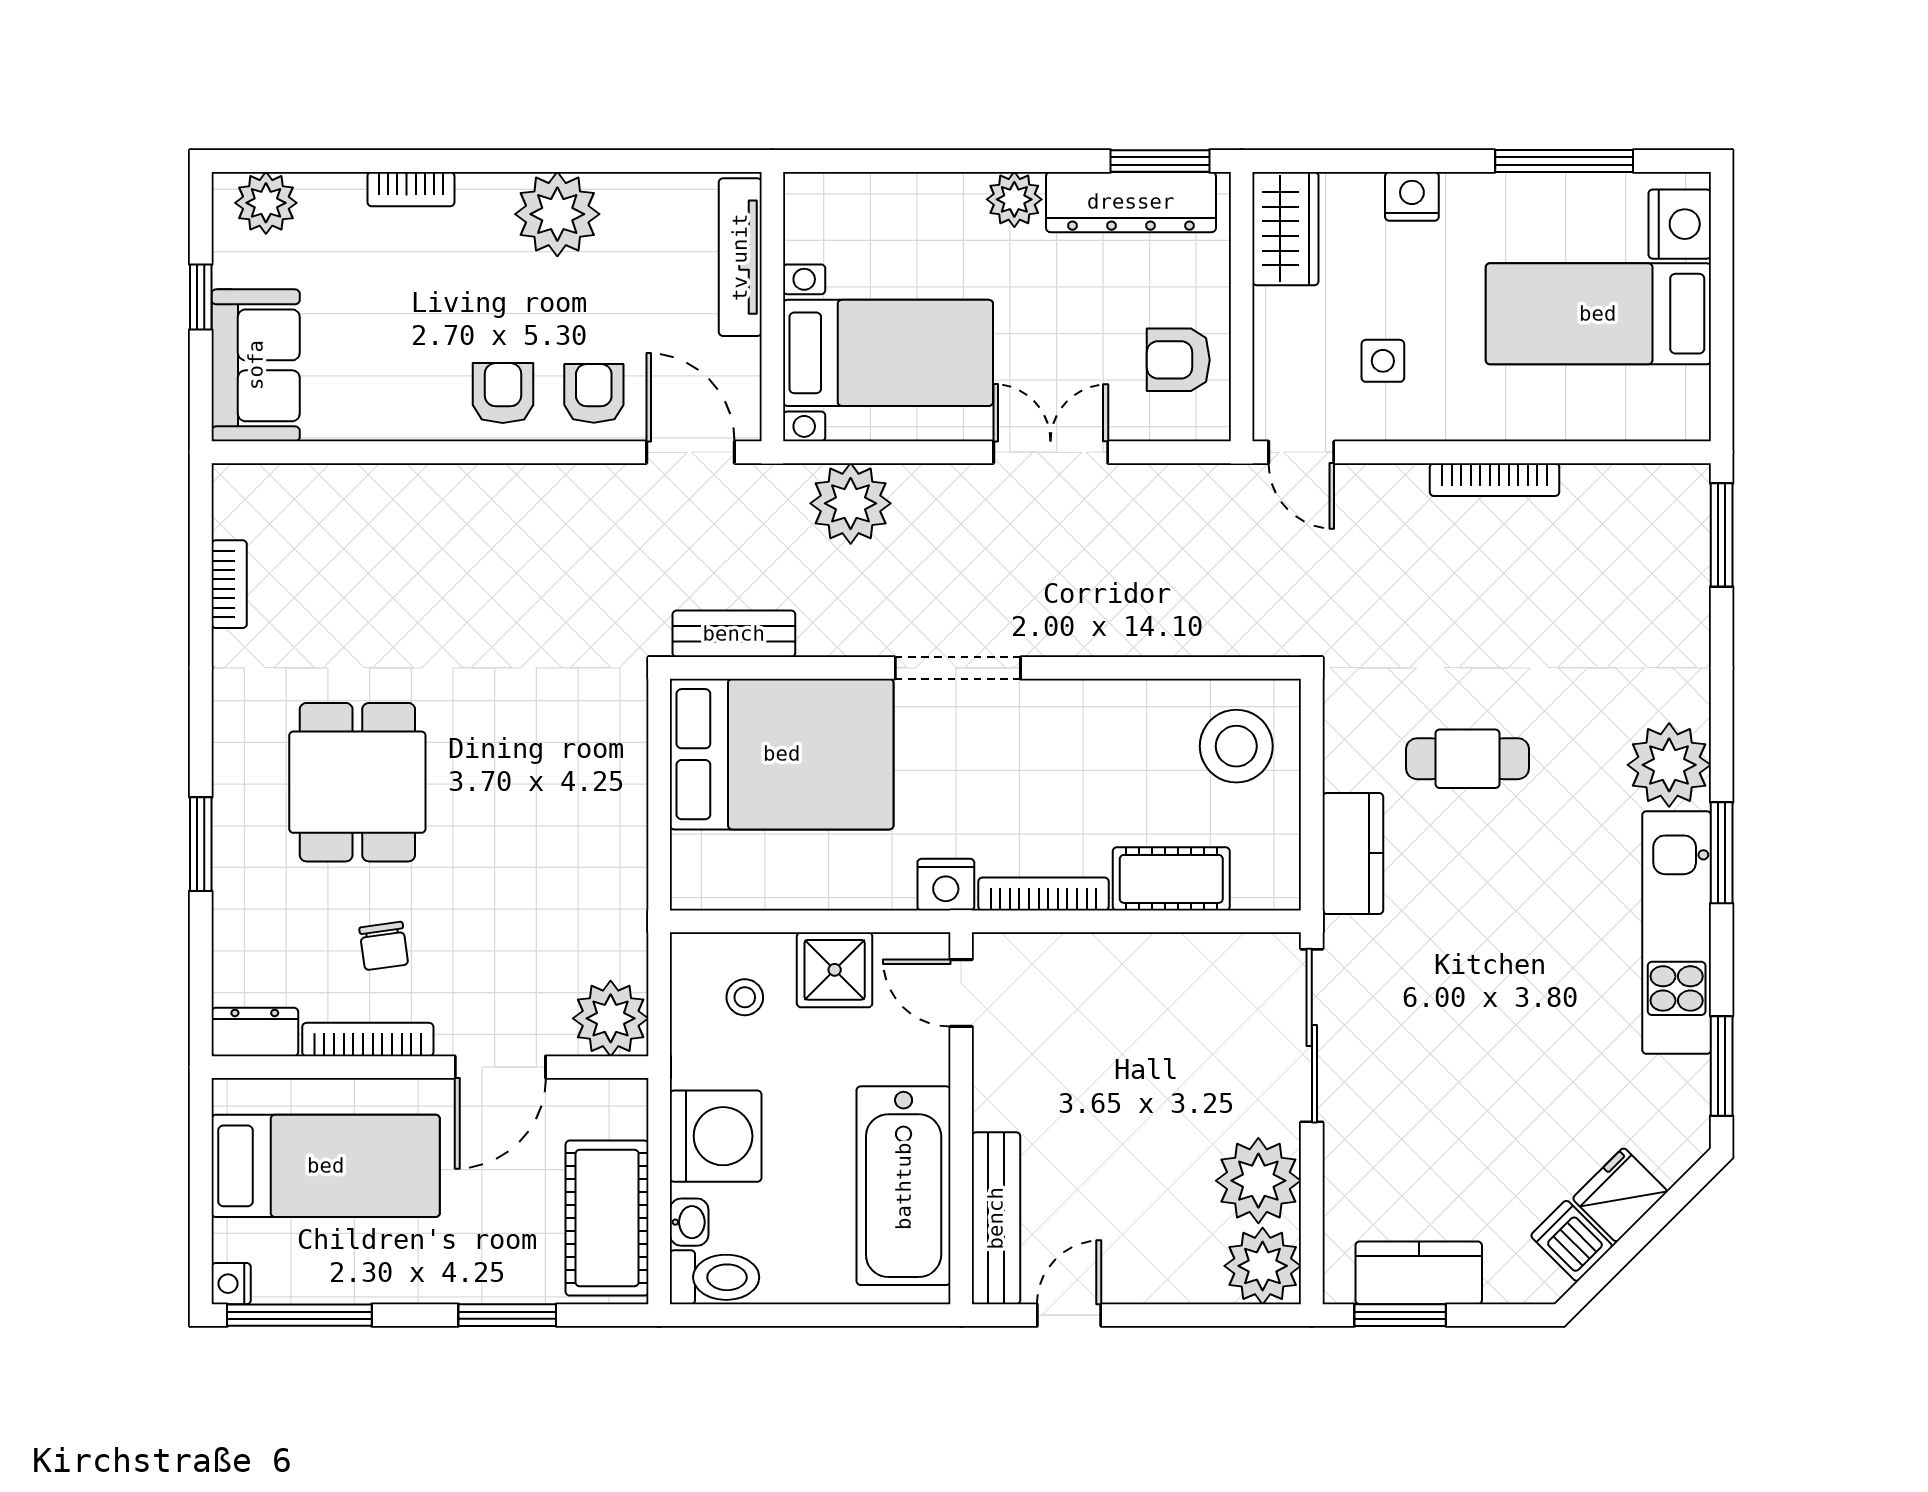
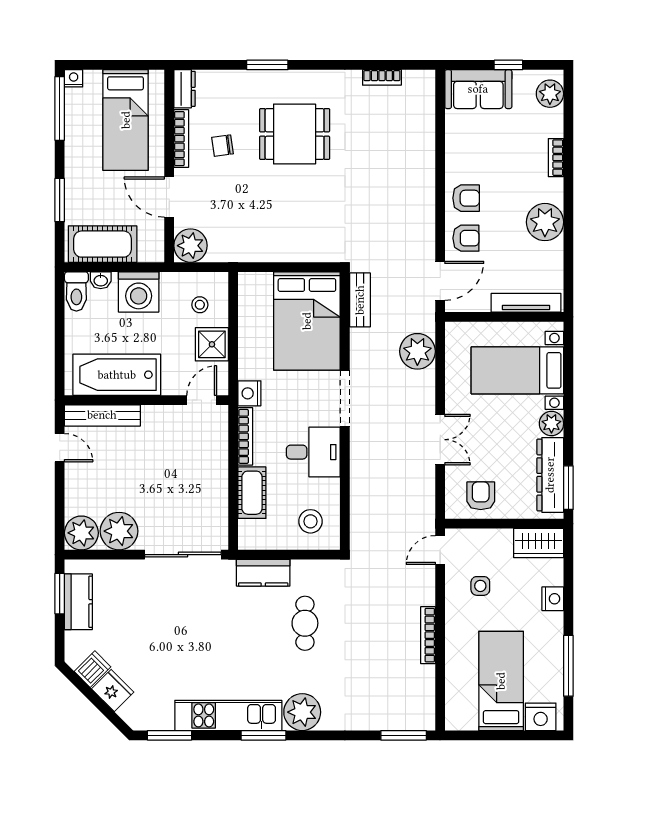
bed with nightstands: (888, 353) -> (517, 370), moved, turned 90
desk: (1079, 740) -> (313, 452), added
stool: (1236, 746) -> (311, 521), width x0.73, depth x0.73

